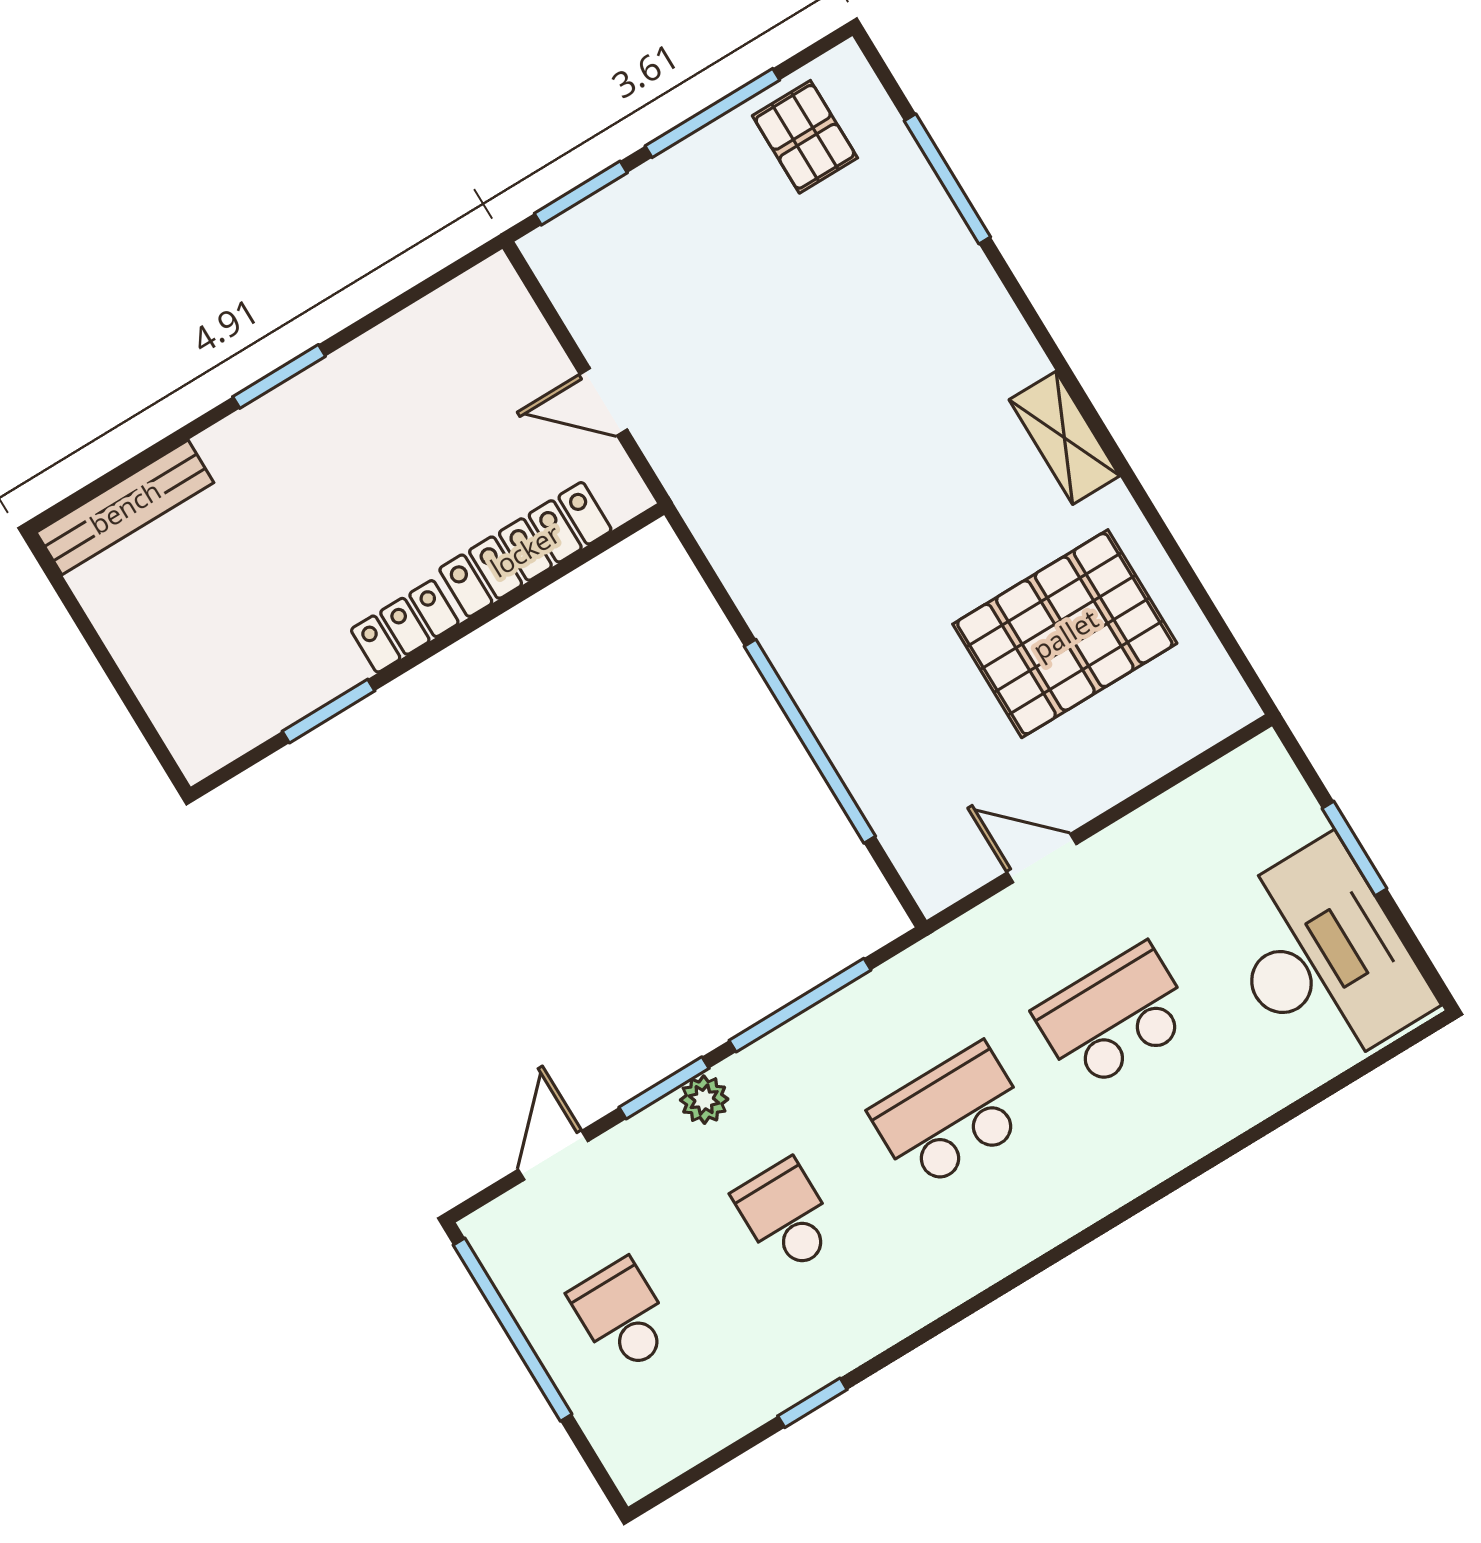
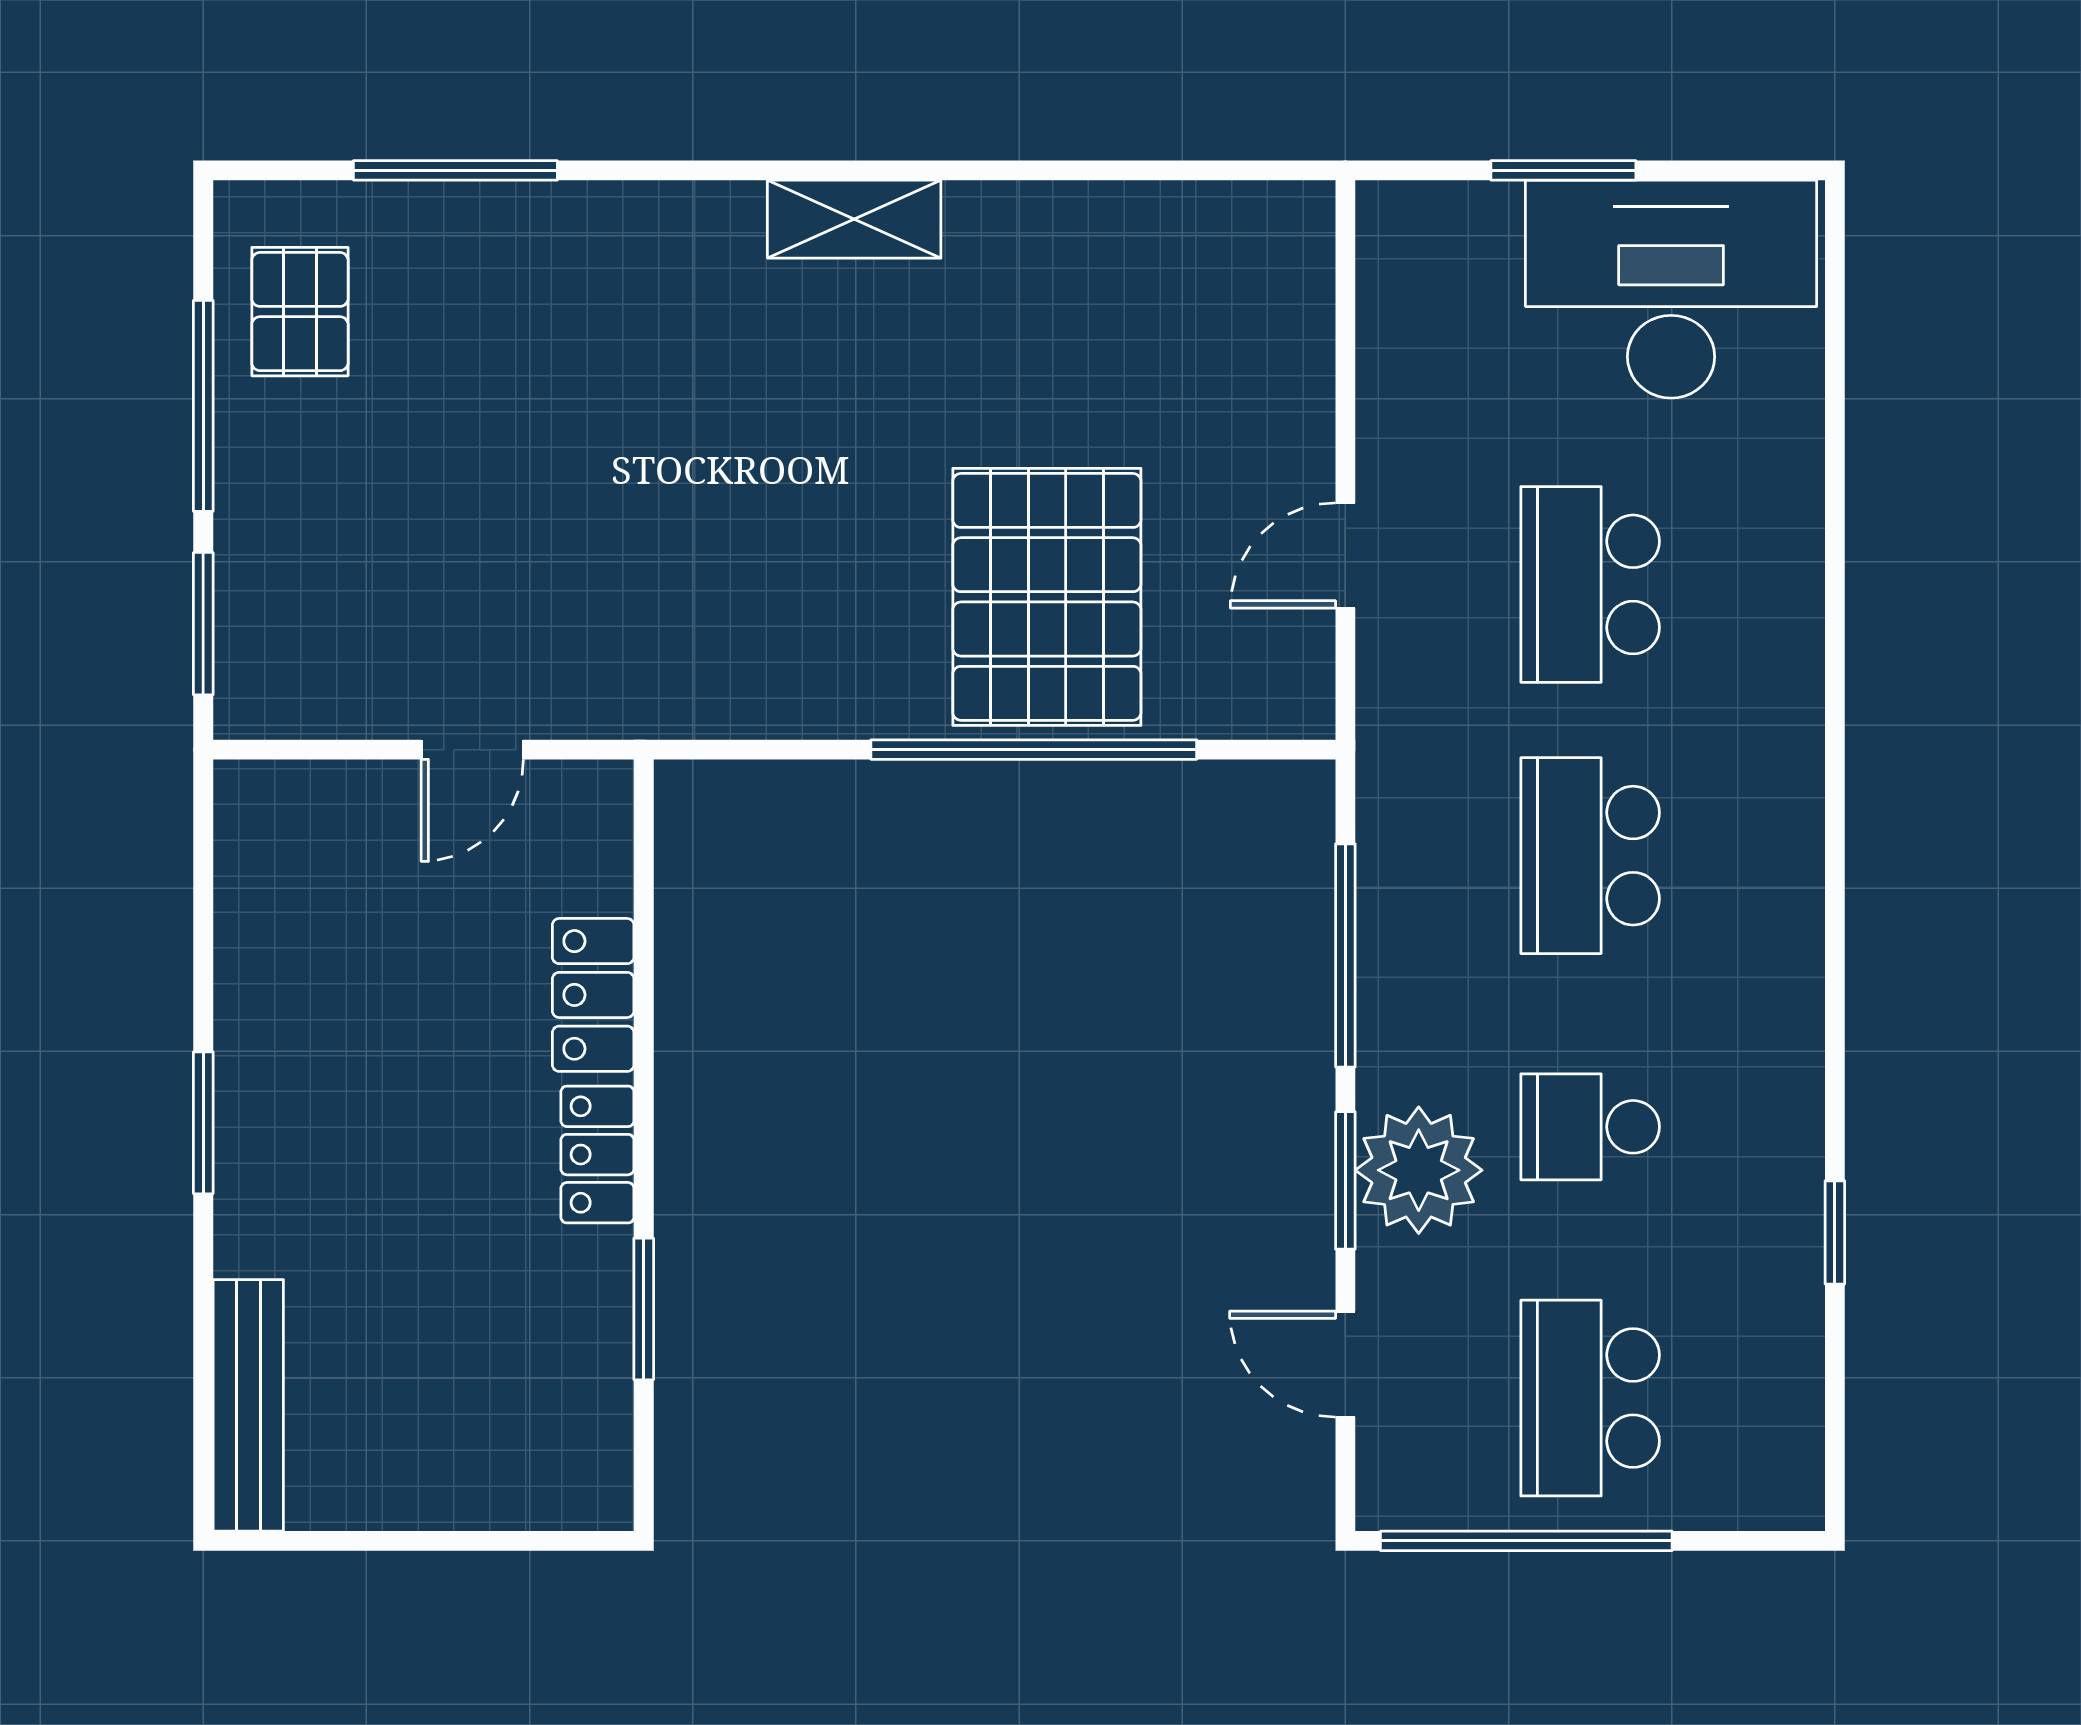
pallet: (805, 137) -> (300, 312), turned 90
locker: (525, 550) -> (593, 995), width x0.66
pallet: (1065, 634) -> (1047, 597), moved
plant: (704, 1100) -> (1419, 1170), width x1.87, depth x1.87
school desk: (622, 1316) -> (1590, 1398), width x1.85

